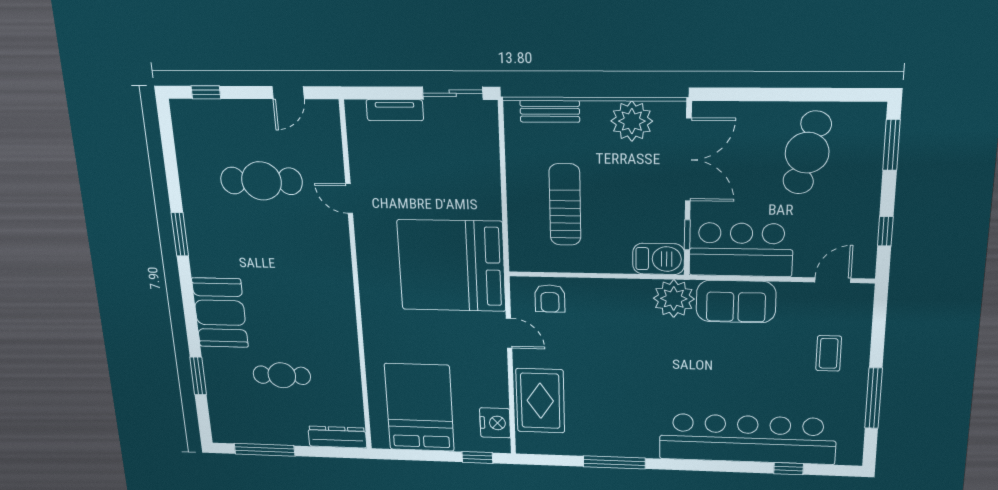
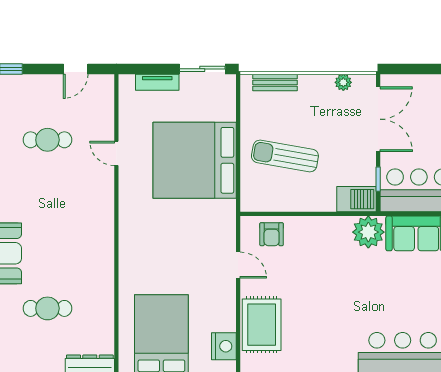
plant: (632, 121) -> (343, 82), width x0.53, depth x0.53
cafe table: (261, 181) -> (47, 140), width x0.73, depth x0.74
sun lounger: (565, 205) -> (285, 156), turned -80
bed: (452, 266) -> (195, 160), moved

